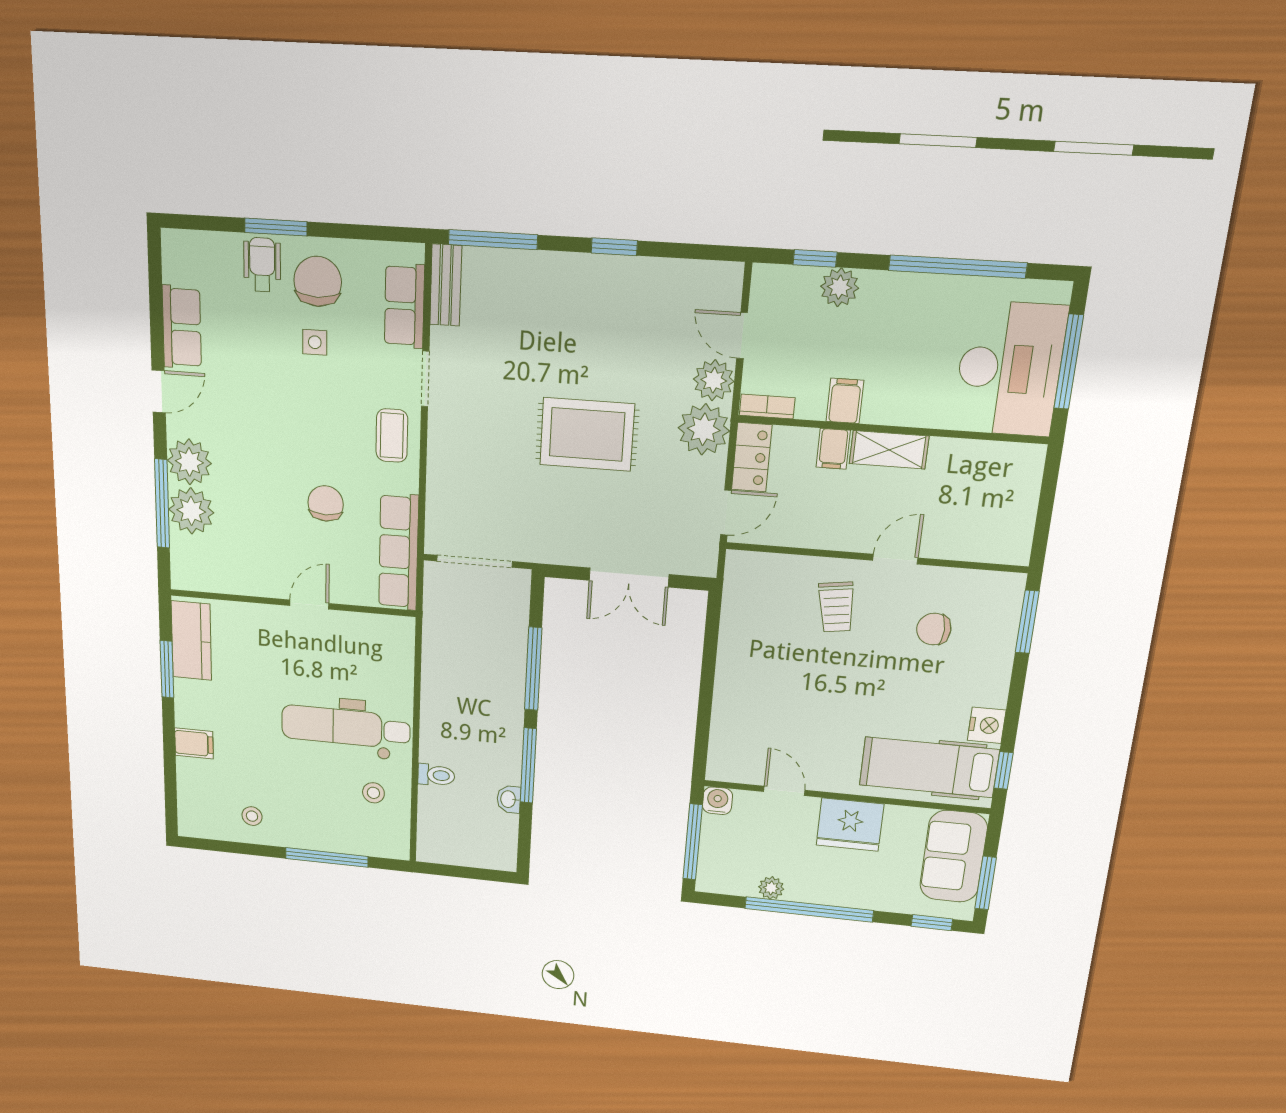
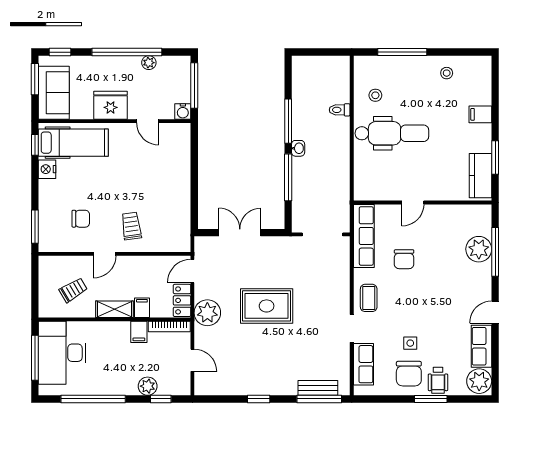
bench: (446, 285) -> (318, 388), moved, turned 90
plant: (714, 380) -> (204, 338), removed
bookcase: (767, 406) -> (169, 326), width x1.56
plant: (189, 462) -> (479, 381), moved
trolley: (968, 494) -> (73, 290), added
washbasin: (509, 799) -> (298, 148), moved

